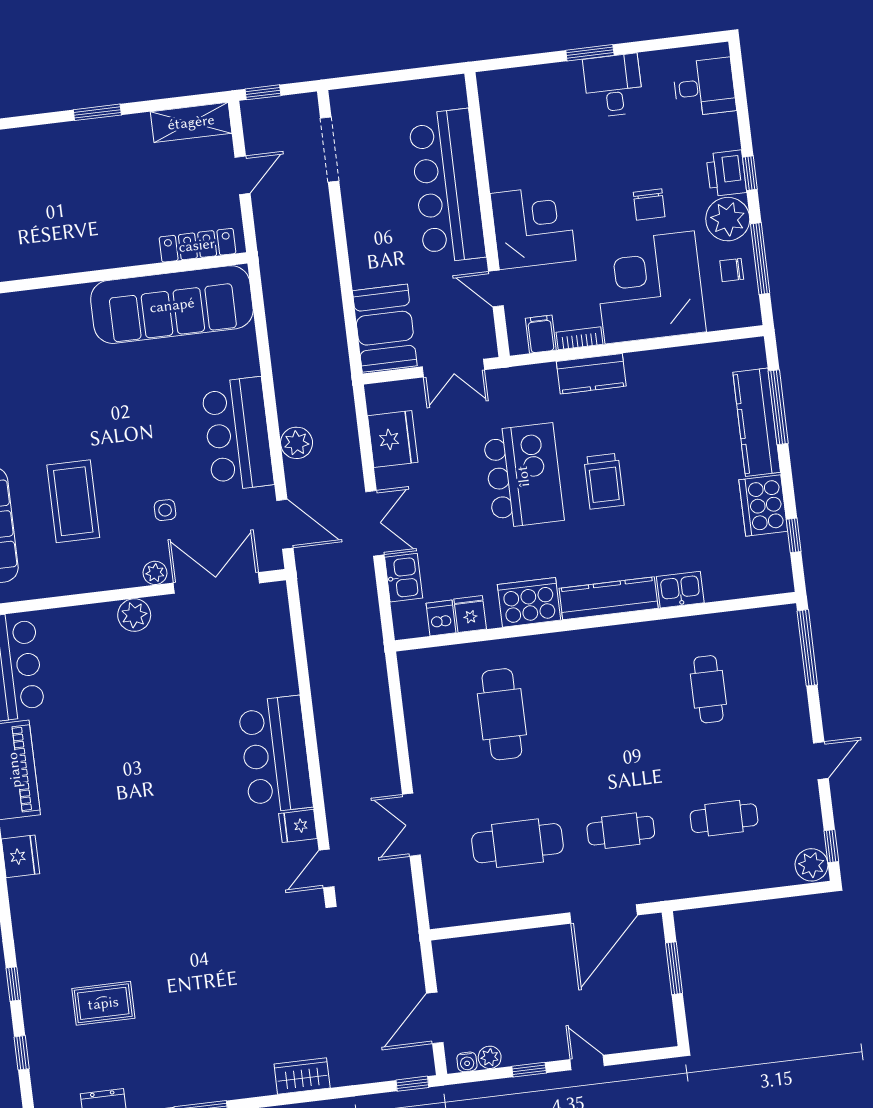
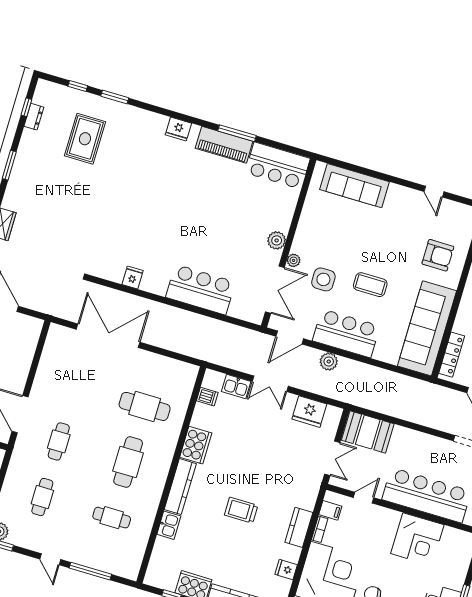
corner desk: (533, 227) -> (417, 539), moved
armchair: (44, 339) -> (438, 255), added
double door: (453, 368) -> (332, 458), swing flipped
kitchen island: (523, 476) -> (262, 470), removed
coffee table: (73, 501) -> (370, 285), moved, width x0.73, depth x0.76
side table: (165, 510) -> (323, 279), width x1.87, depth x1.87
fridge: (470, 614) -> (286, 569), moved, turned 180
window: (807, 648) -> (90, 571), moved
bar counter: (275, 755) -> (201, 290), moved
double door: (411, 825) -> (108, 336), width x1.87
cafe table: (517, 843) -> (128, 462), moved
door: (326, 869) -> (105, 283), removed
window: (13, 984) -> (115, 97), width x1.50
rug: (103, 1003) -> (85, 139), width x1.36, depth x1.43

